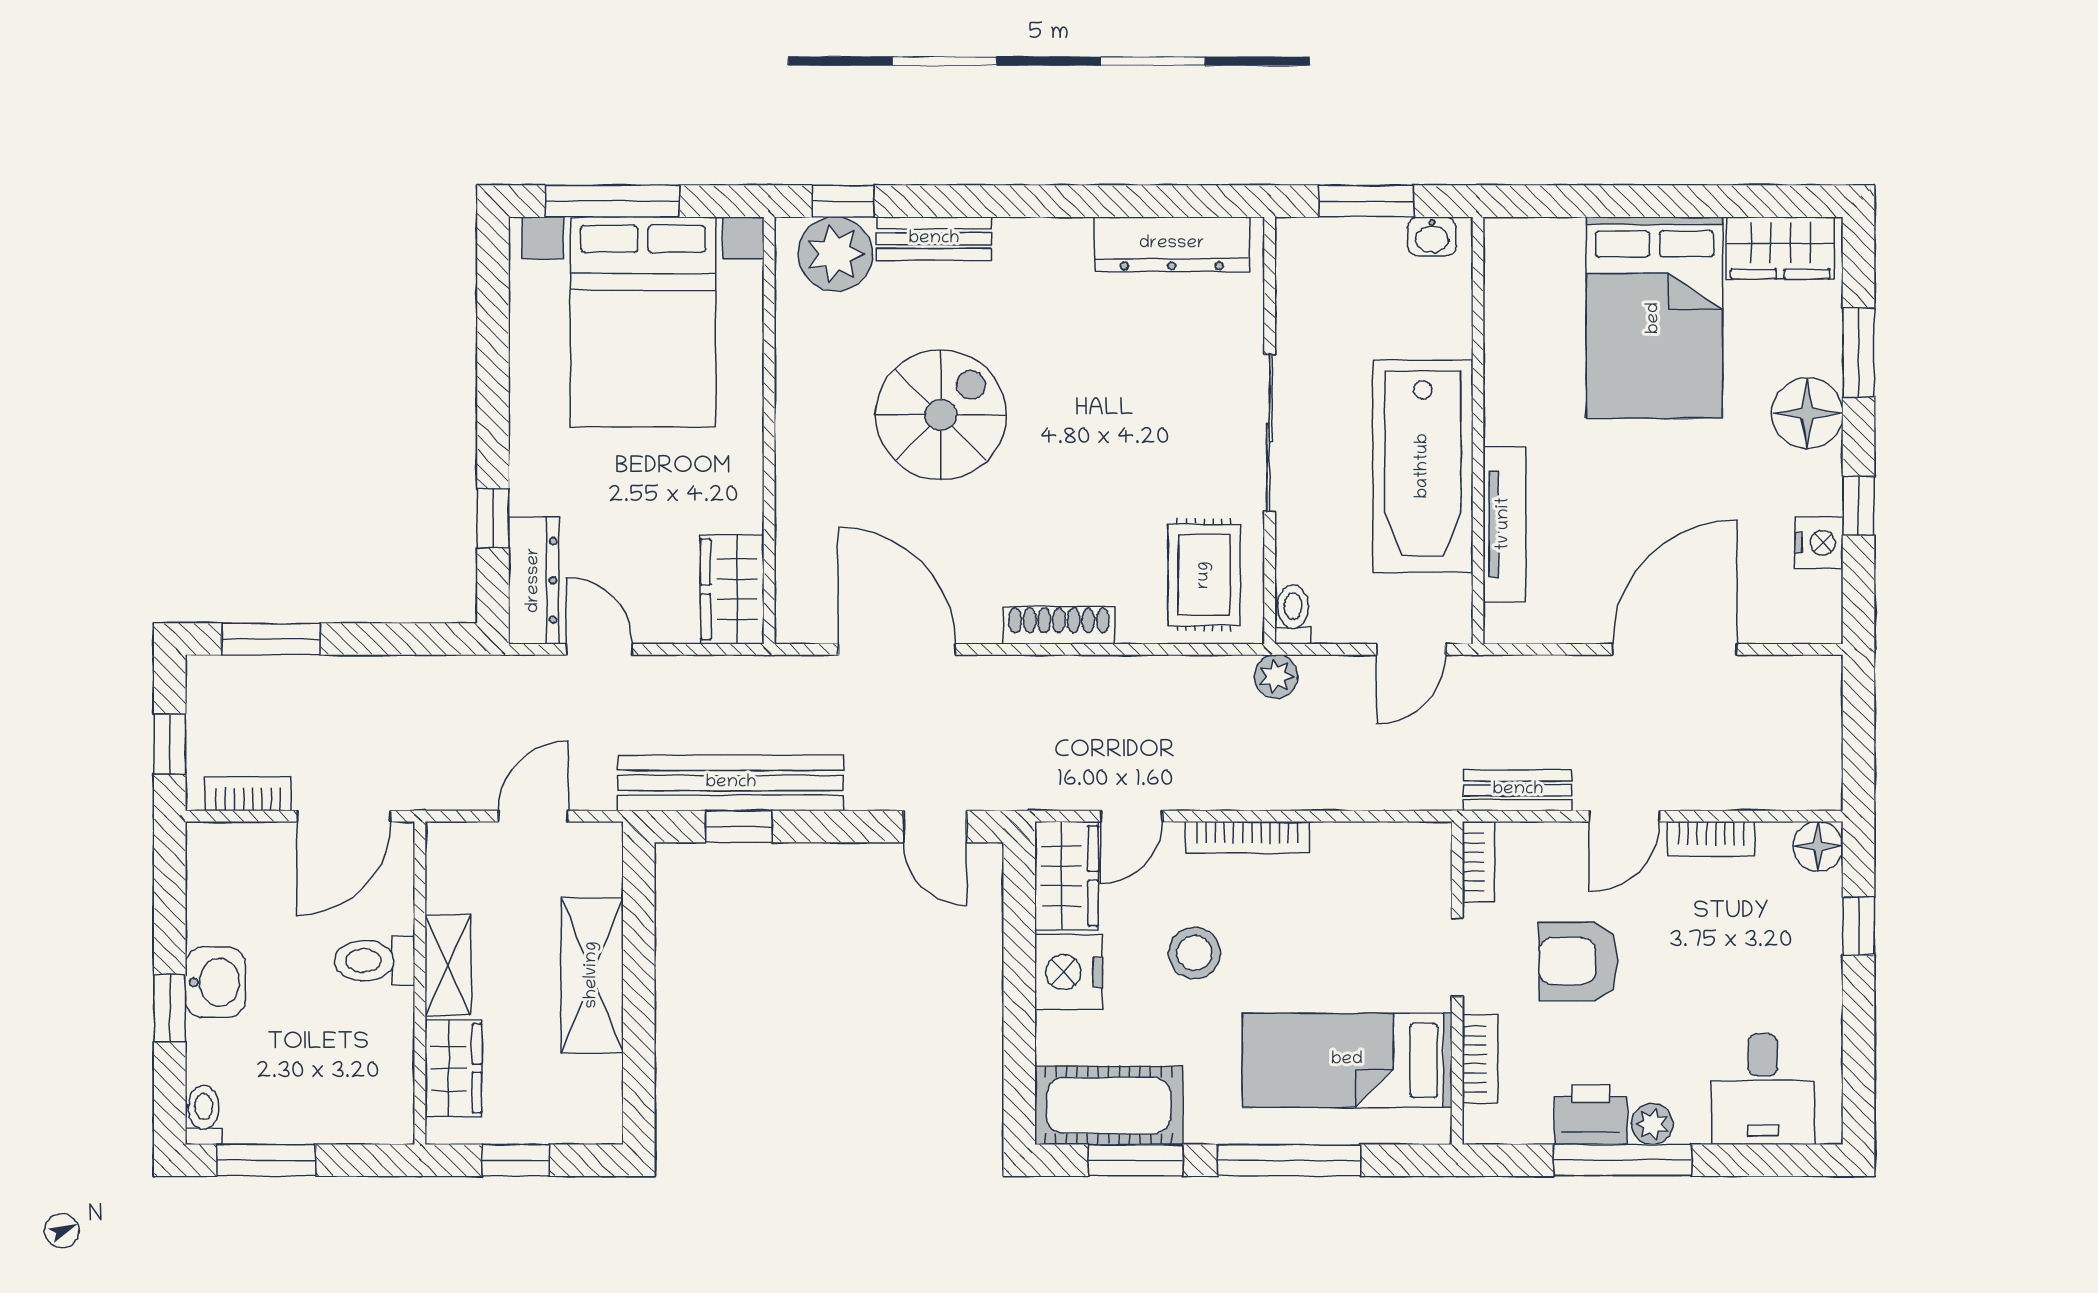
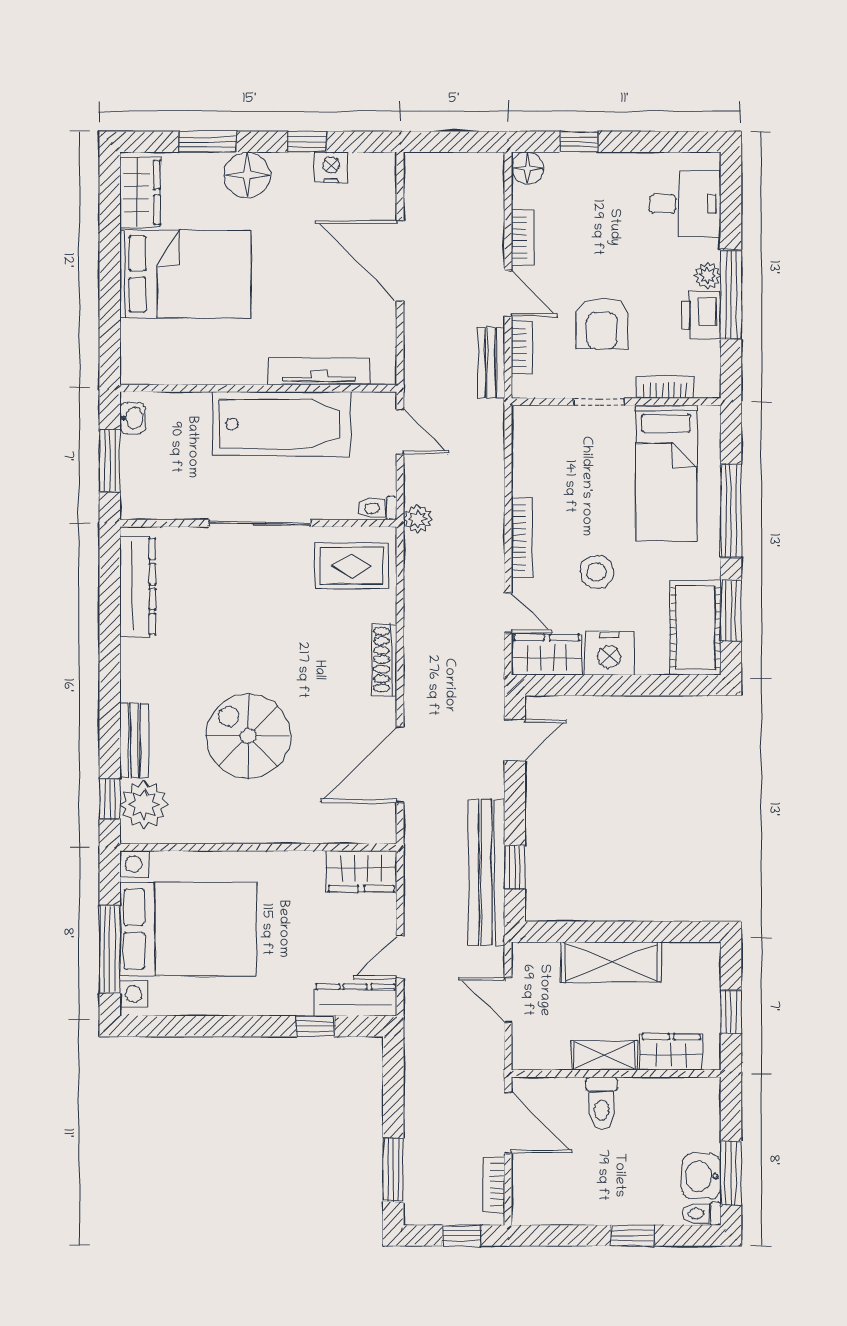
bookcase: (1479, 862) -> (522, 347), moved, turned 90
washbasin: (215, 982) -> (701, 1176), moved, turned -90

